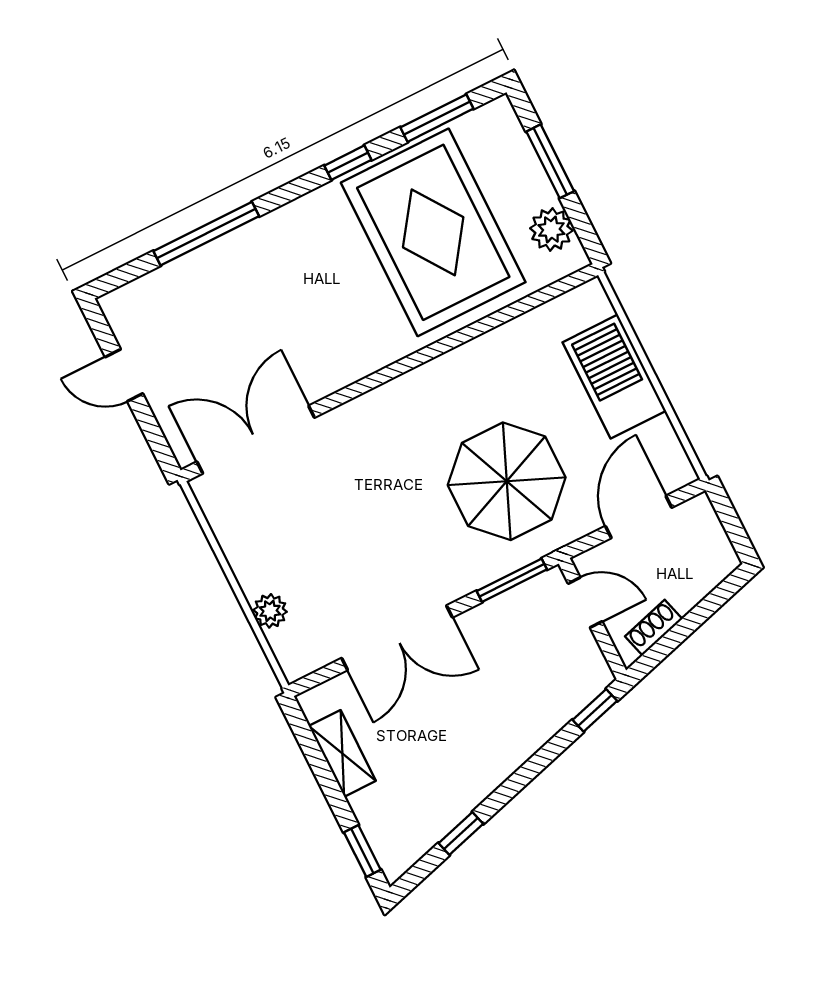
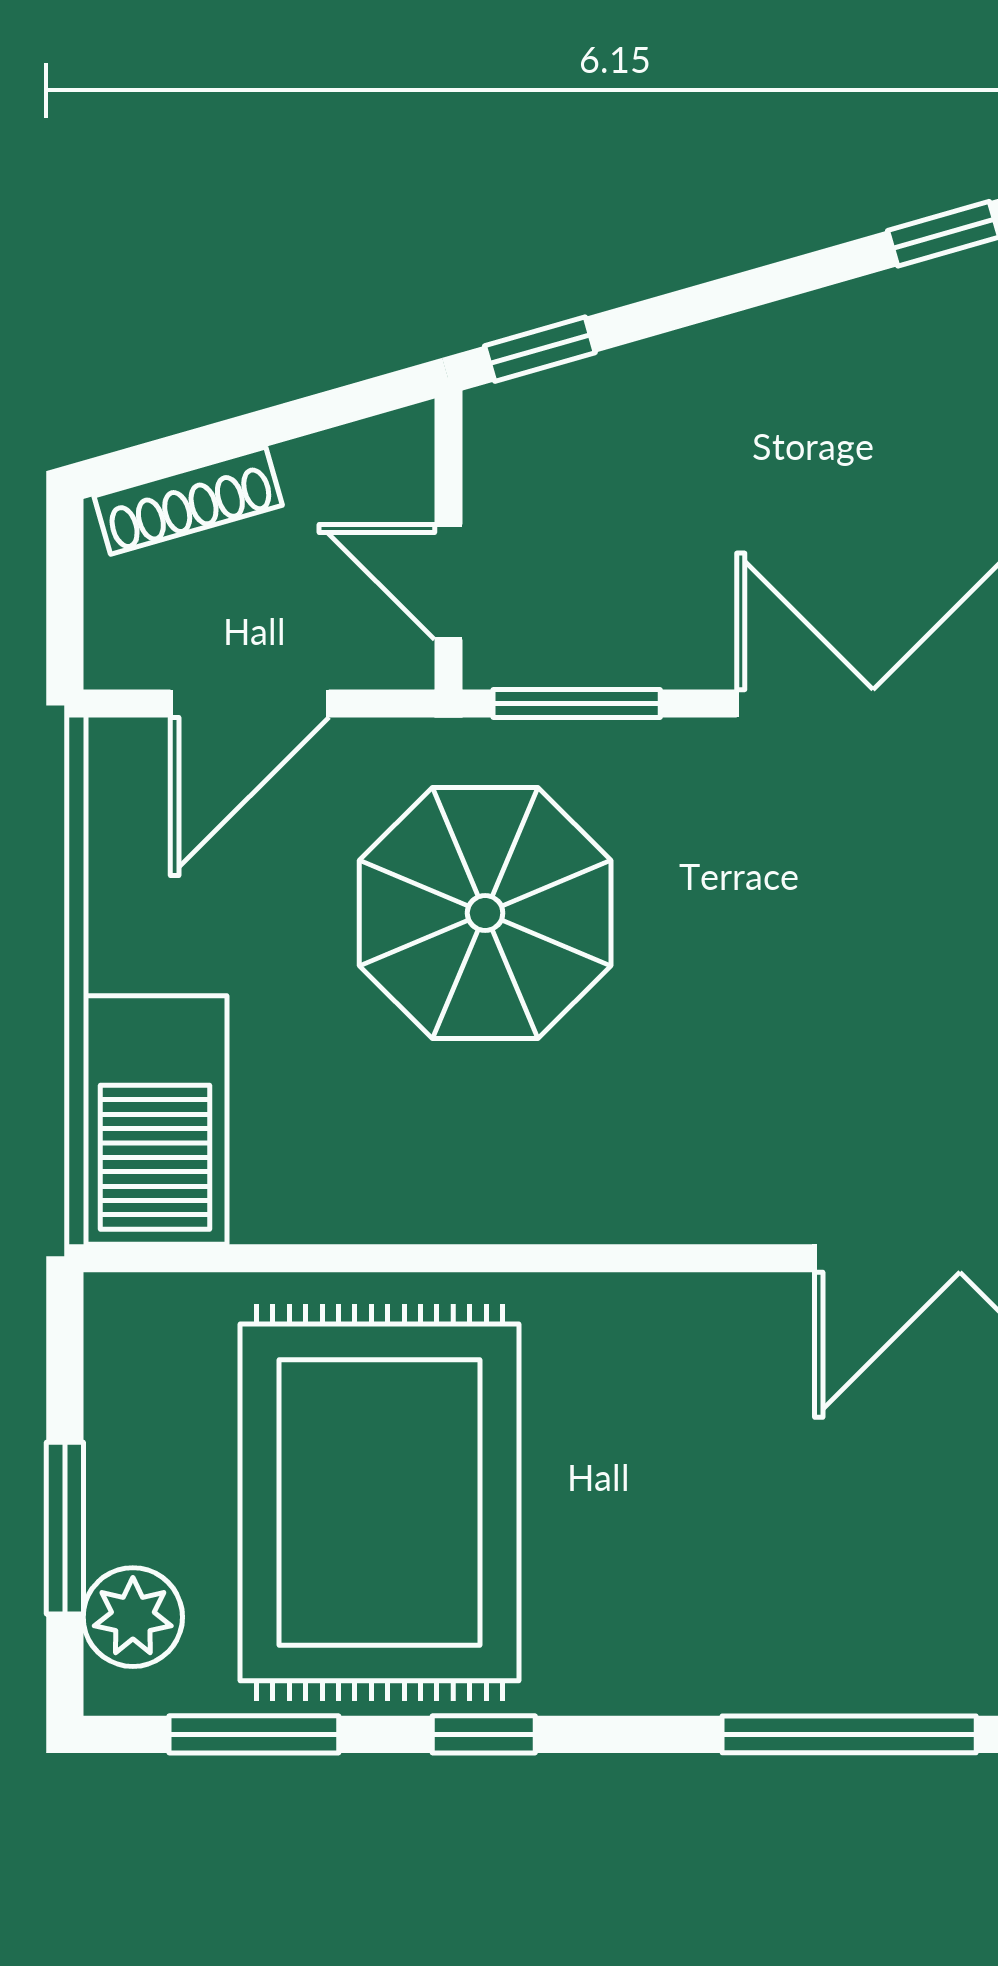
plant: (551, 229) -> (133, 1617), moved
barbecue: (614, 377) -> (155, 1120), moved
shoe rack: (654, 628) -> (188, 501), moved, width x1.43

